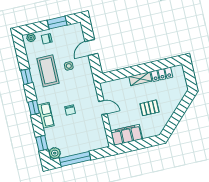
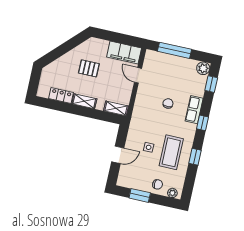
shelving: (111, 85) -> (116, 108), added
door: (103, 108) -> (138, 75), moved
window: (75, 159) -> (175, 50), moved

